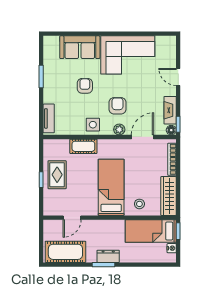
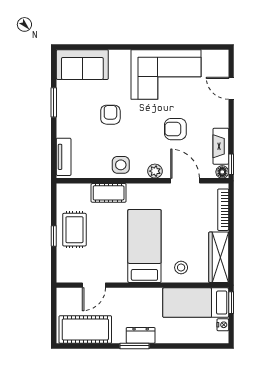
sofa: (80, 47) -> (82, 65), moved
door: (178, 77) -> (231, 88), moved
armchair: (118, 106) -> (175, 129), moved, turned -90
door: (142, 137) -> (185, 181), hinge flipped

